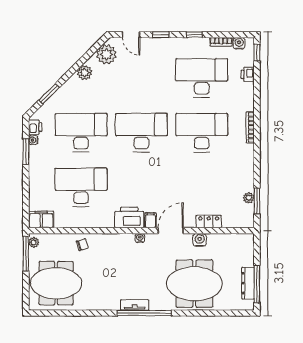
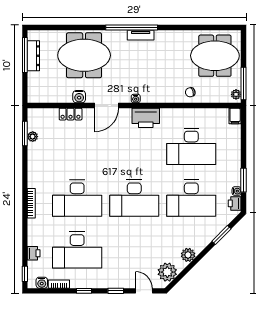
filing cabinet: (41, 219) -> (235, 116), width x0.50
filing cabinet: (150, 220) -> (126, 115), removed

